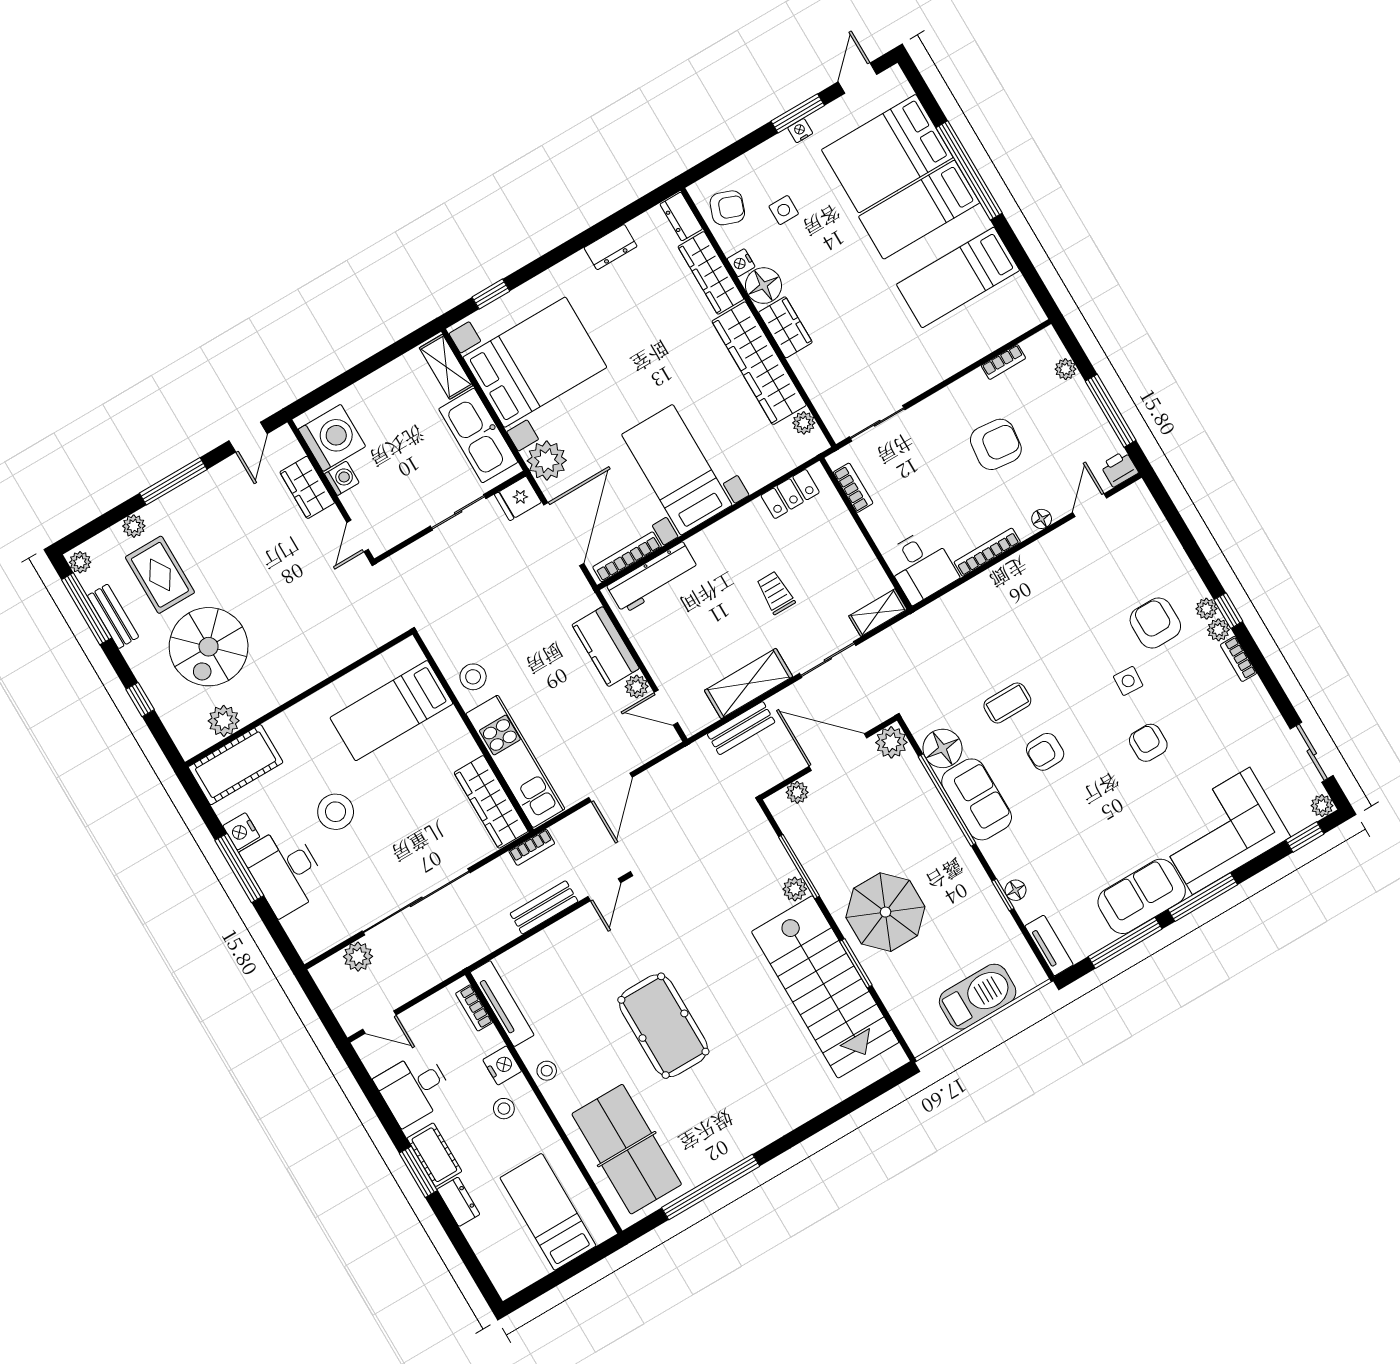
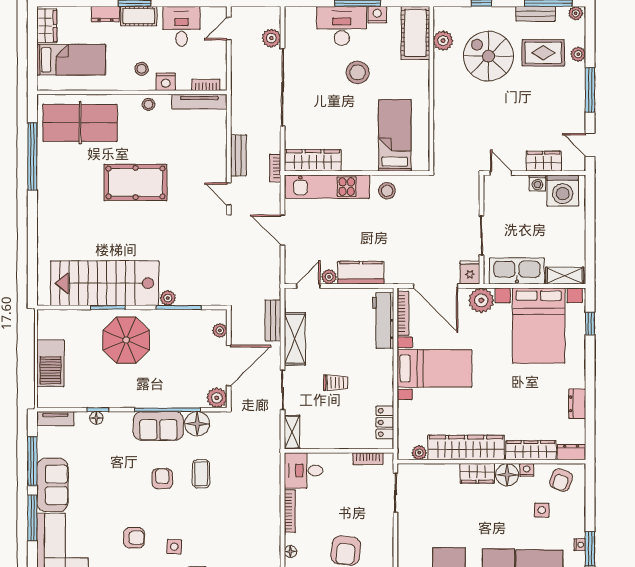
wardrobe: (521, 1272) -> (47, 26), added

